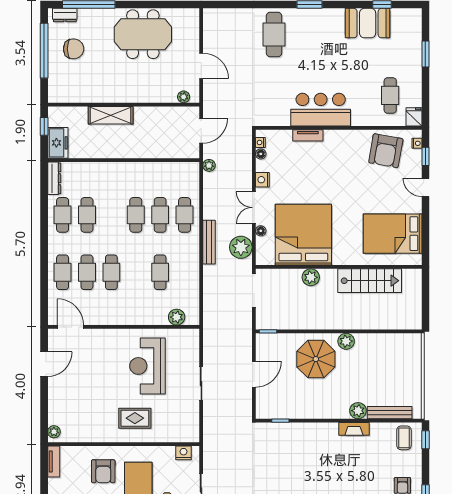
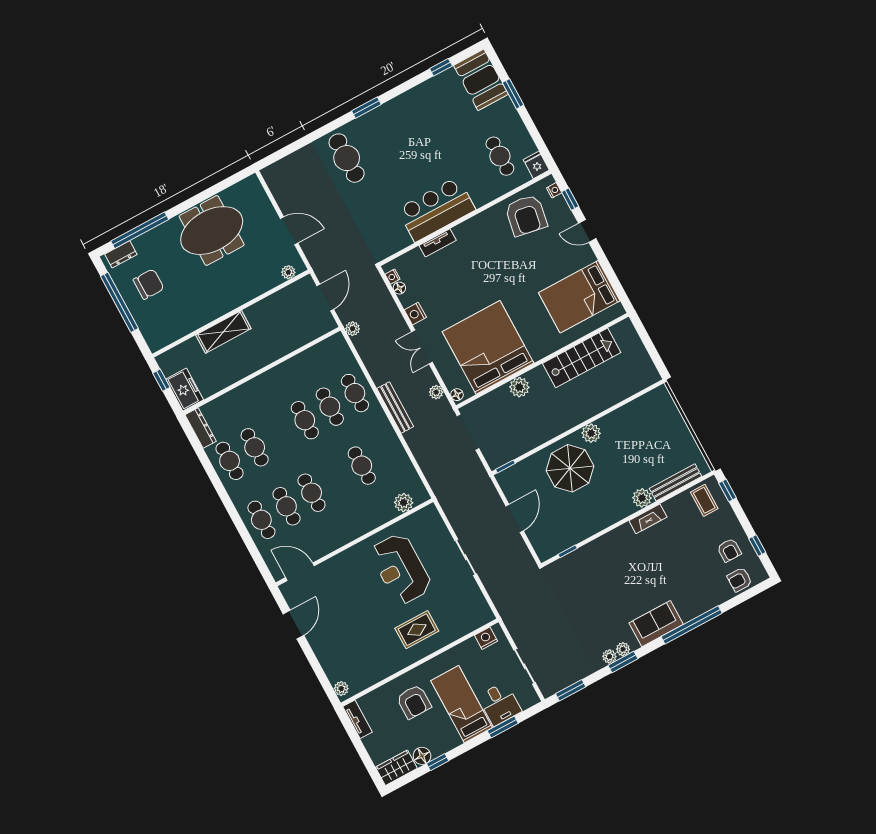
booth: (368, 23) -> (481, 80), moved, turned 90
floor lamp: (261, 231) -> (457, 395), moved
plant: (241, 247) -> (436, 392), width x0.53, depth x0.53

